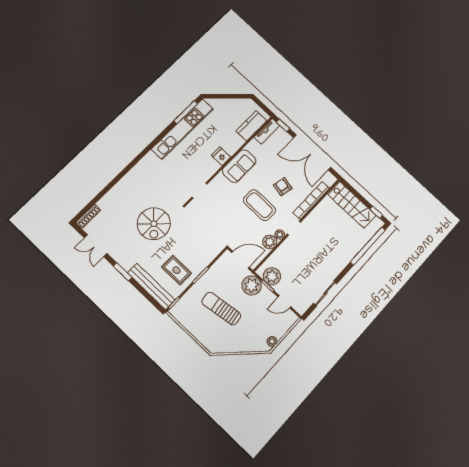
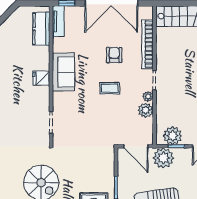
armchair: (283, 187) -> (114, 55), turned 78
coffee table: (259, 205) -> (110, 88), width x0.54, depth x0.58
door: (241, 260) -> (136, 146), swing flipped

